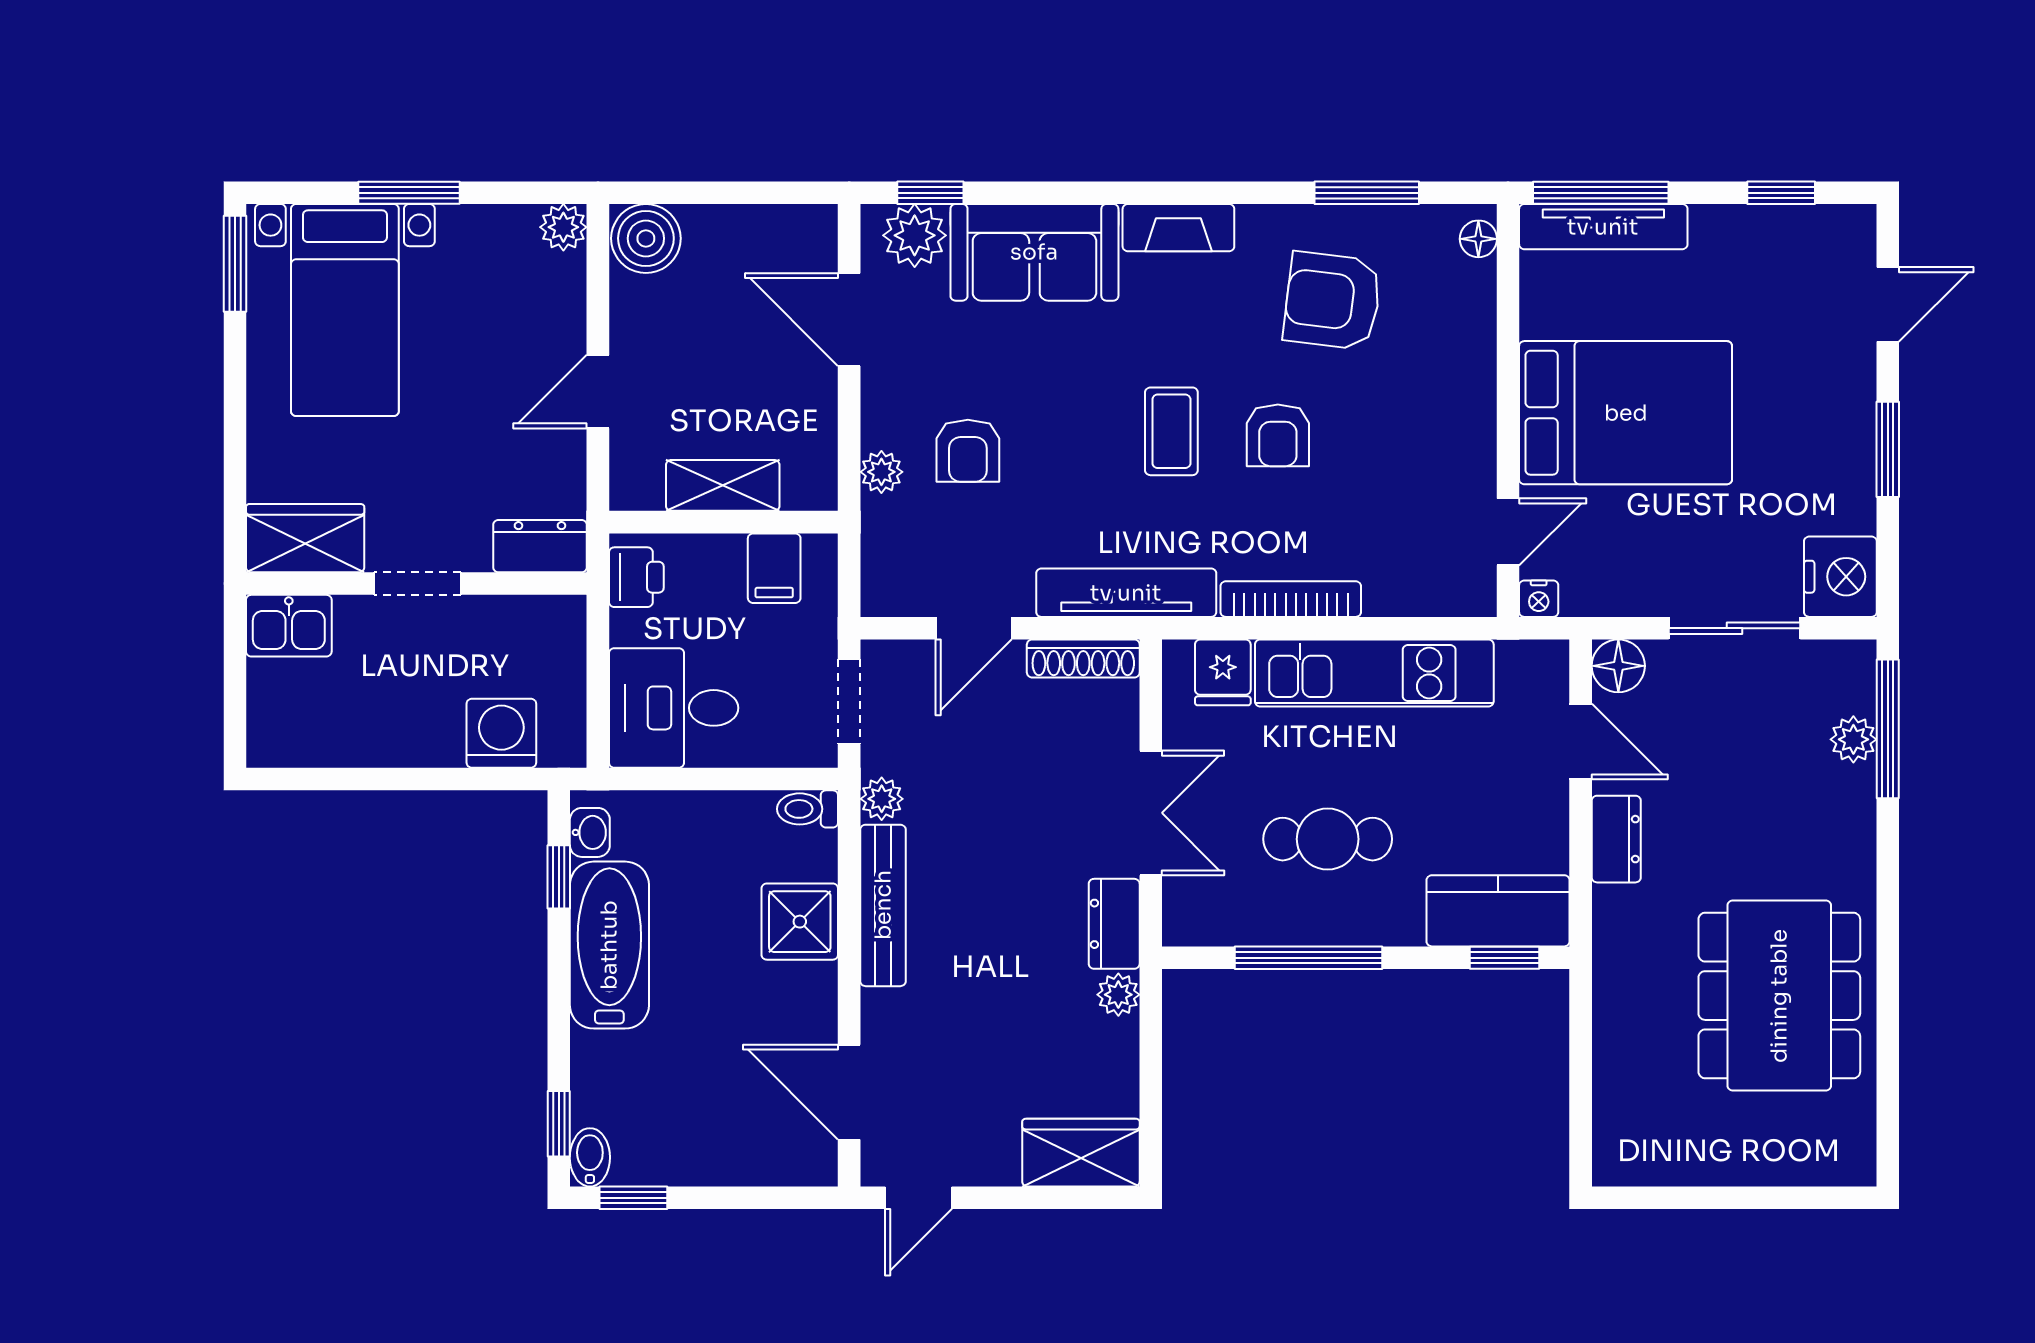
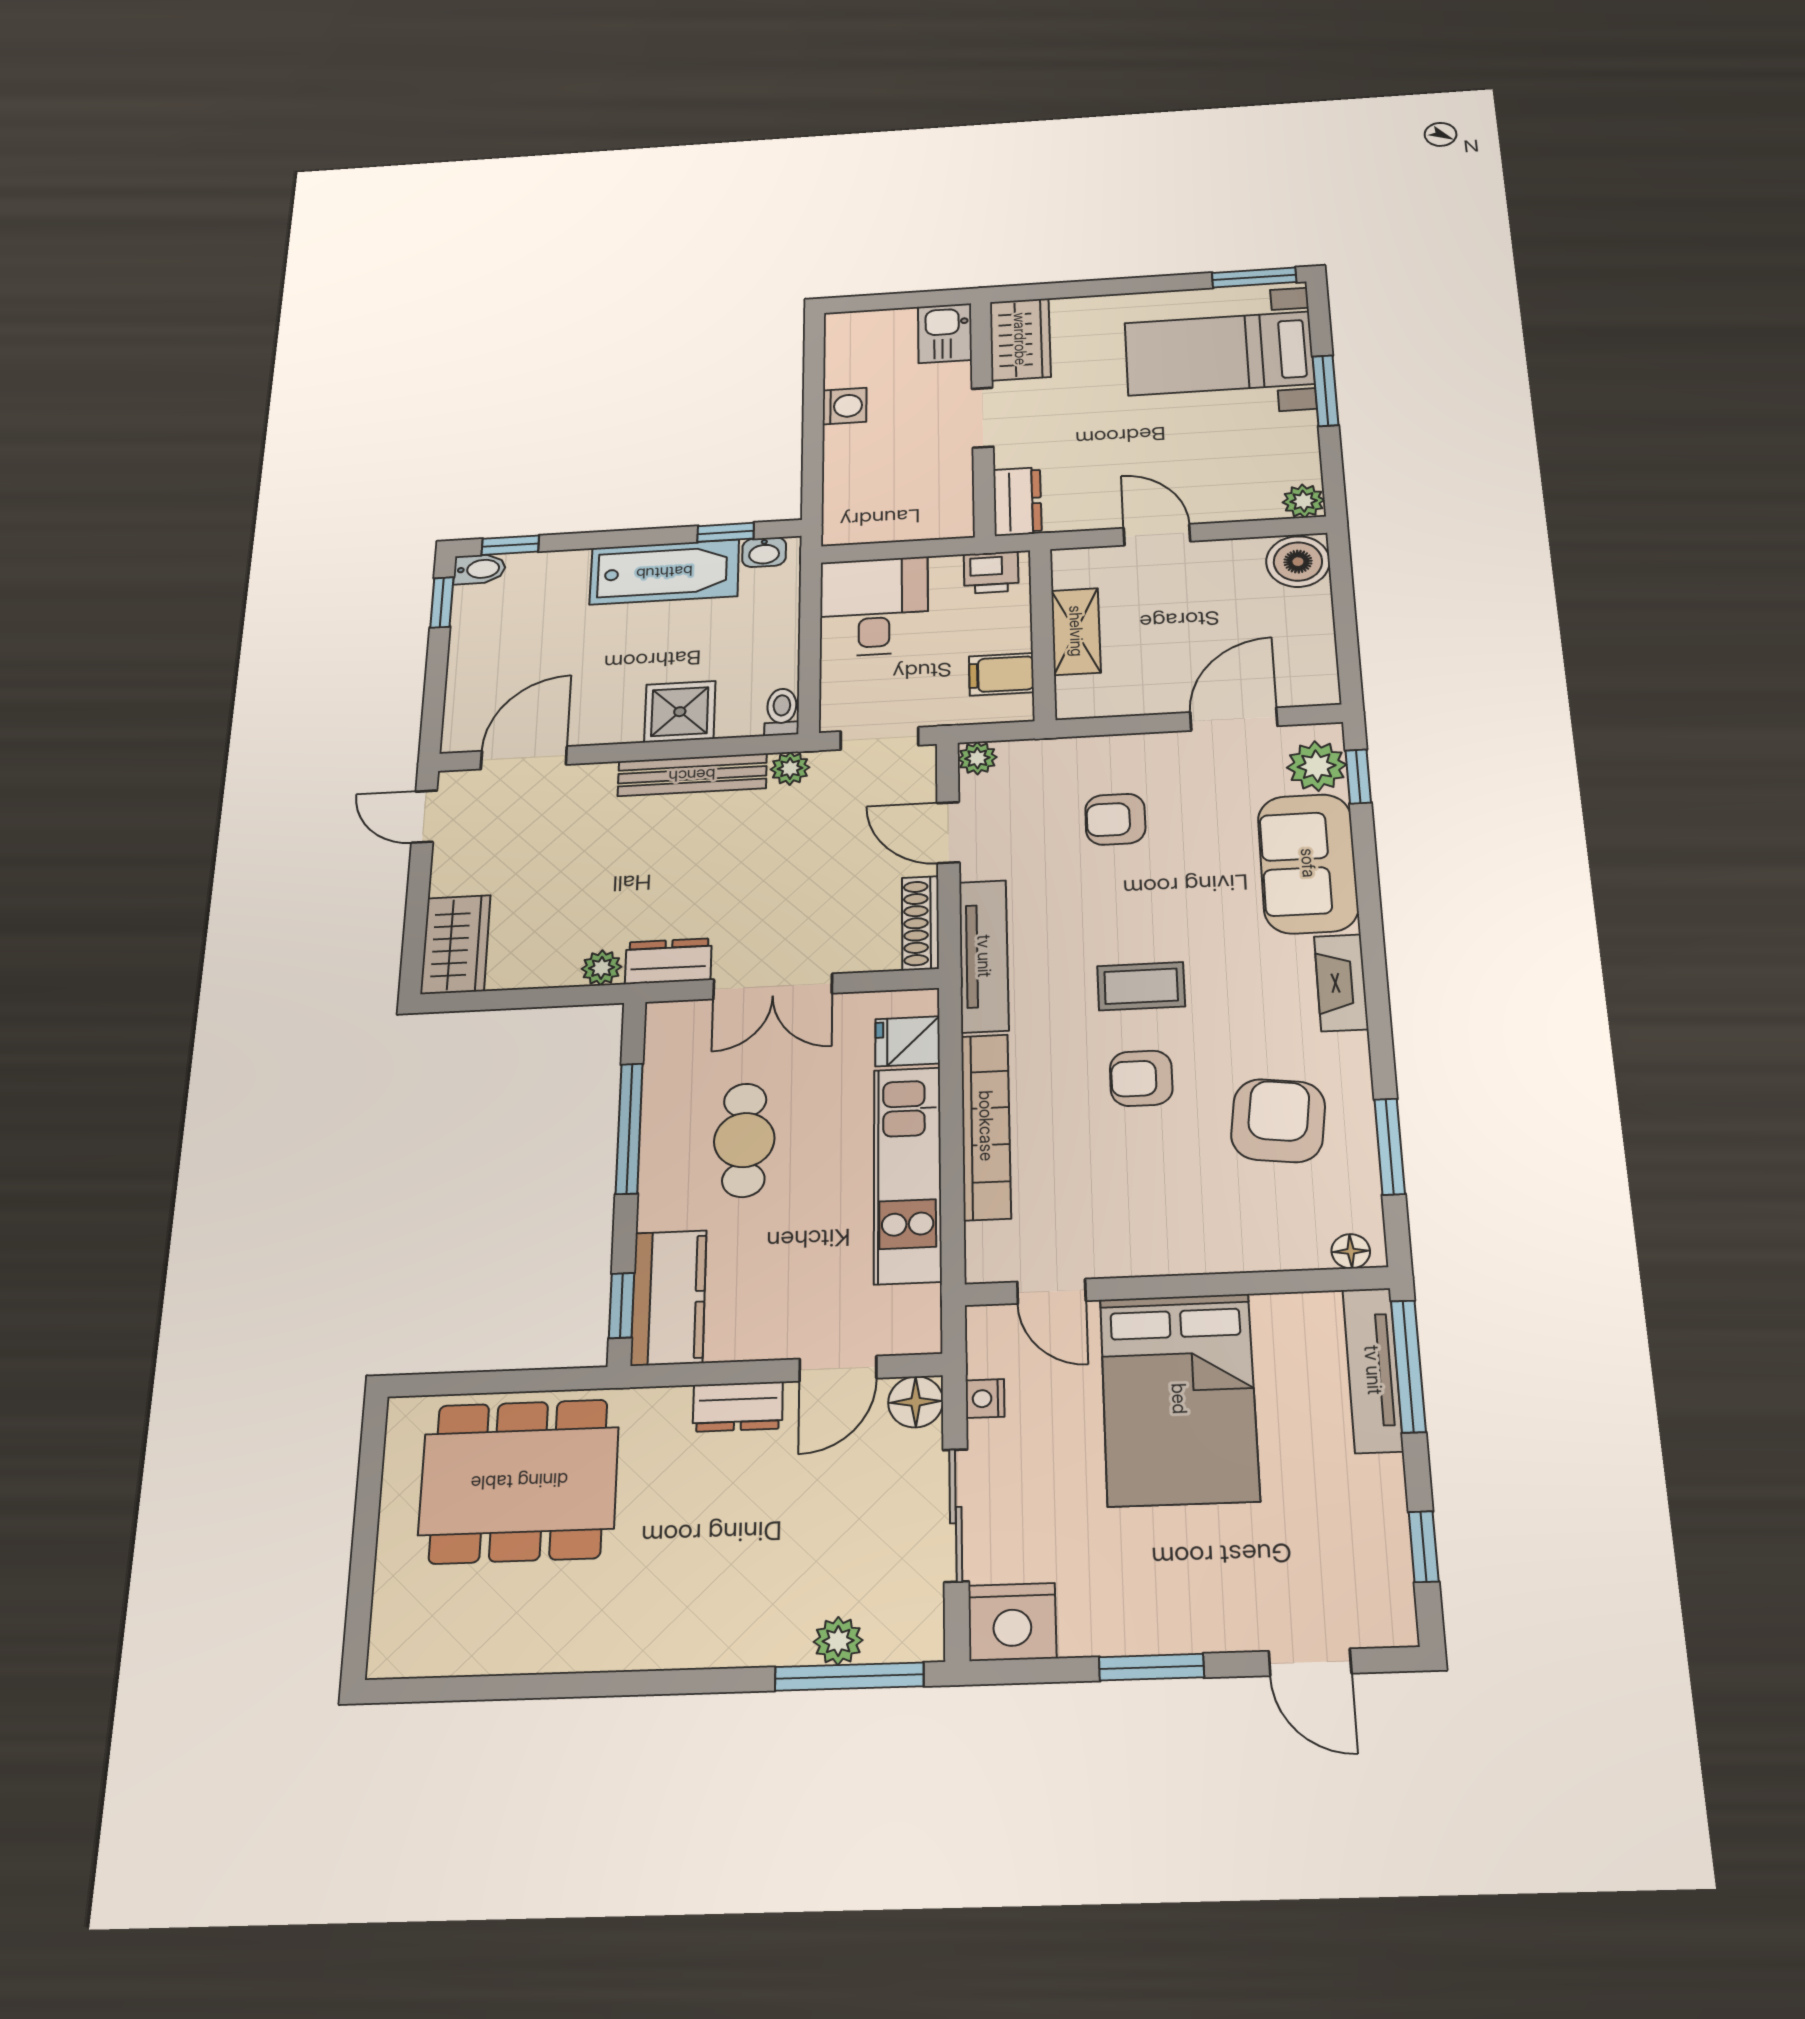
plant: (881, 472) -> (977, 758), moved
bookcase: (1291, 599) -> (986, 1126), width x1.48, depth x1.31
nightstand: (1539, 599) -> (985, 1399), moved
washing machine: (501, 733) -> (845, 406), moved, width x0.73, depth x0.73
dining table: (1779, 996) -> (519, 1481), moved

